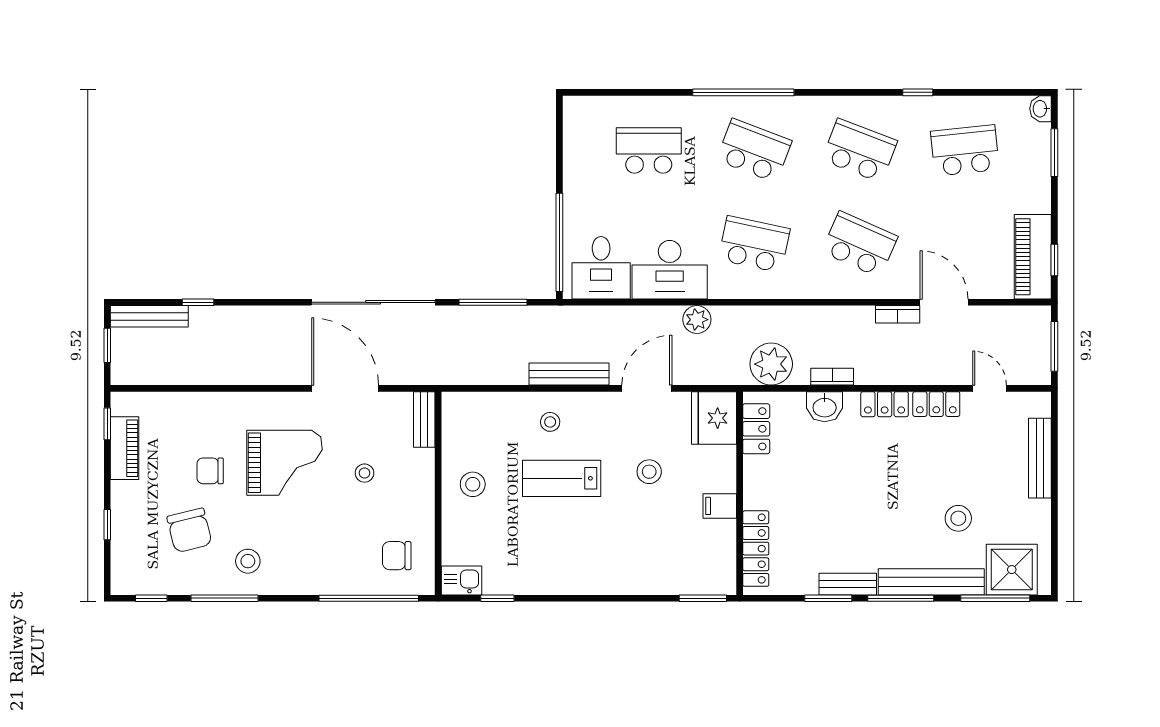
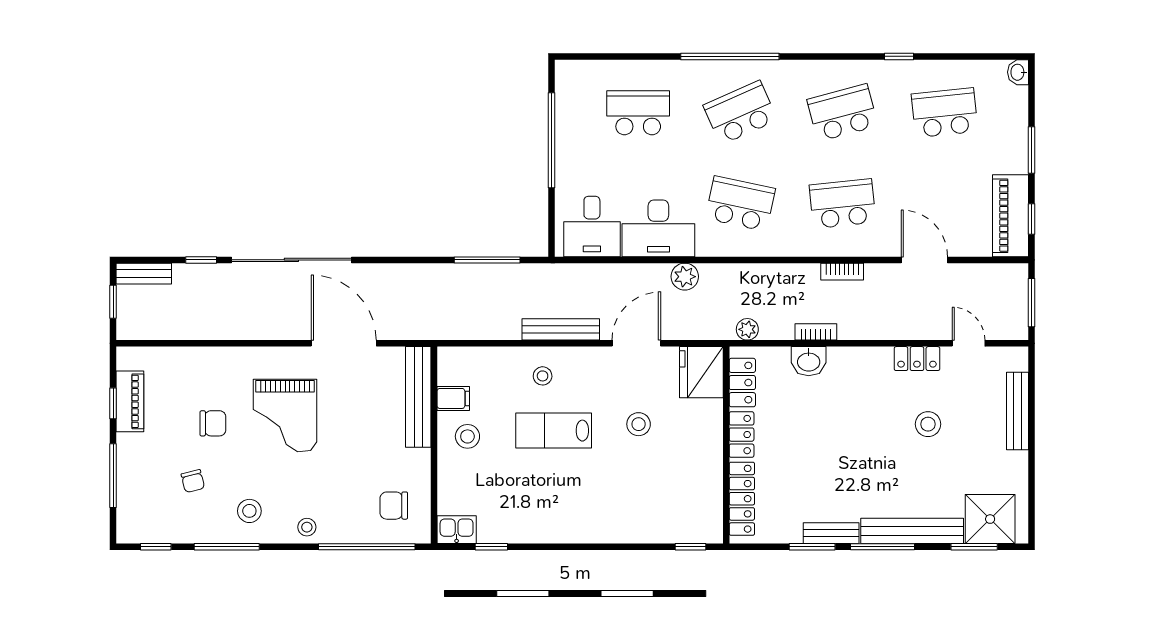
school desk: (754, 150) -> (740, 113), turned -45
school desk: (860, 150) -> (842, 113), turned -36
window: (1054, 153) -> (1031, 150), moved
window: (559, 242) -> (551, 140), moved
school desk: (860, 244) -> (842, 204), turned -30
sliding door: (373, 302) -> (291, 260), moved
bookcase: (898, 314) -> (842, 272), moved
bench: (149, 316) -> (144, 274), width x0.73
plant: (771, 364) -> (747, 329), width x0.53, depth x0.53
locker: (885, 404) -> (742, 435), moved, turned -90
bench: (424, 420) -> (418, 397), width x1.86, depth x1.21
window: (107, 424) -> (113, 403), moved
grand piano: (285, 463) -> (285, 416), turned 90
chair: (210, 471) -> (213, 423), turned 180
stool: (365, 473) -> (307, 527), moved
filing cabinet: (720, 506) -> (453, 398), moved, turned 180
stool: (958, 518) -> (928, 424), moved
window: (107, 525) -> (113, 476), width x2.17
chair: (189, 530) -> (193, 481), width x0.54, depth x0.54
window: (703, 598) -> (691, 547), width x0.67
window: (995, 598) -> (974, 547), width x0.69

